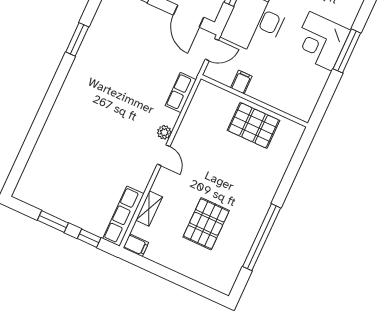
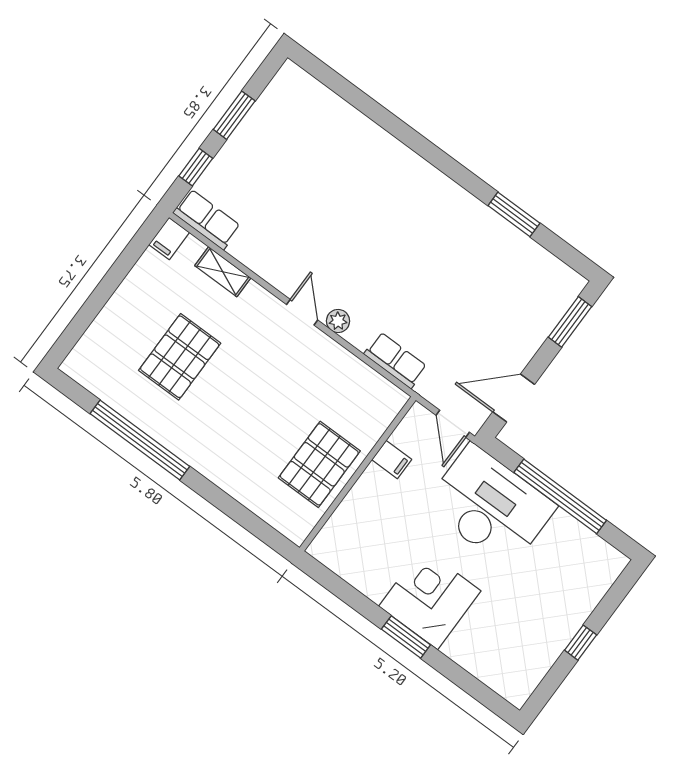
window: (347, 51) -> (406, 637), width x0.69
door: (164, 155) -> (302, 312), swing flipped
row of seats: (123, 216) -> (207, 219), width x0.68
pallet: (206, 224) -> (180, 357), turned 90

